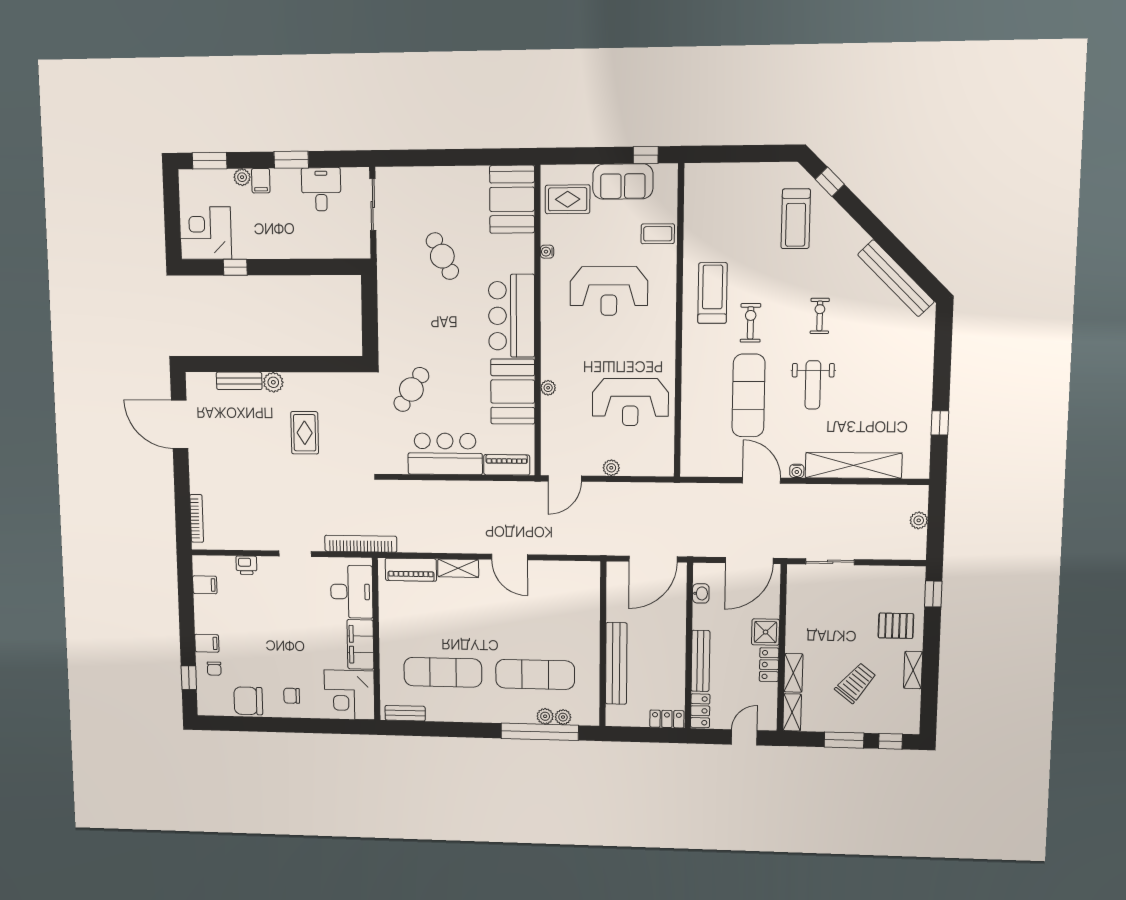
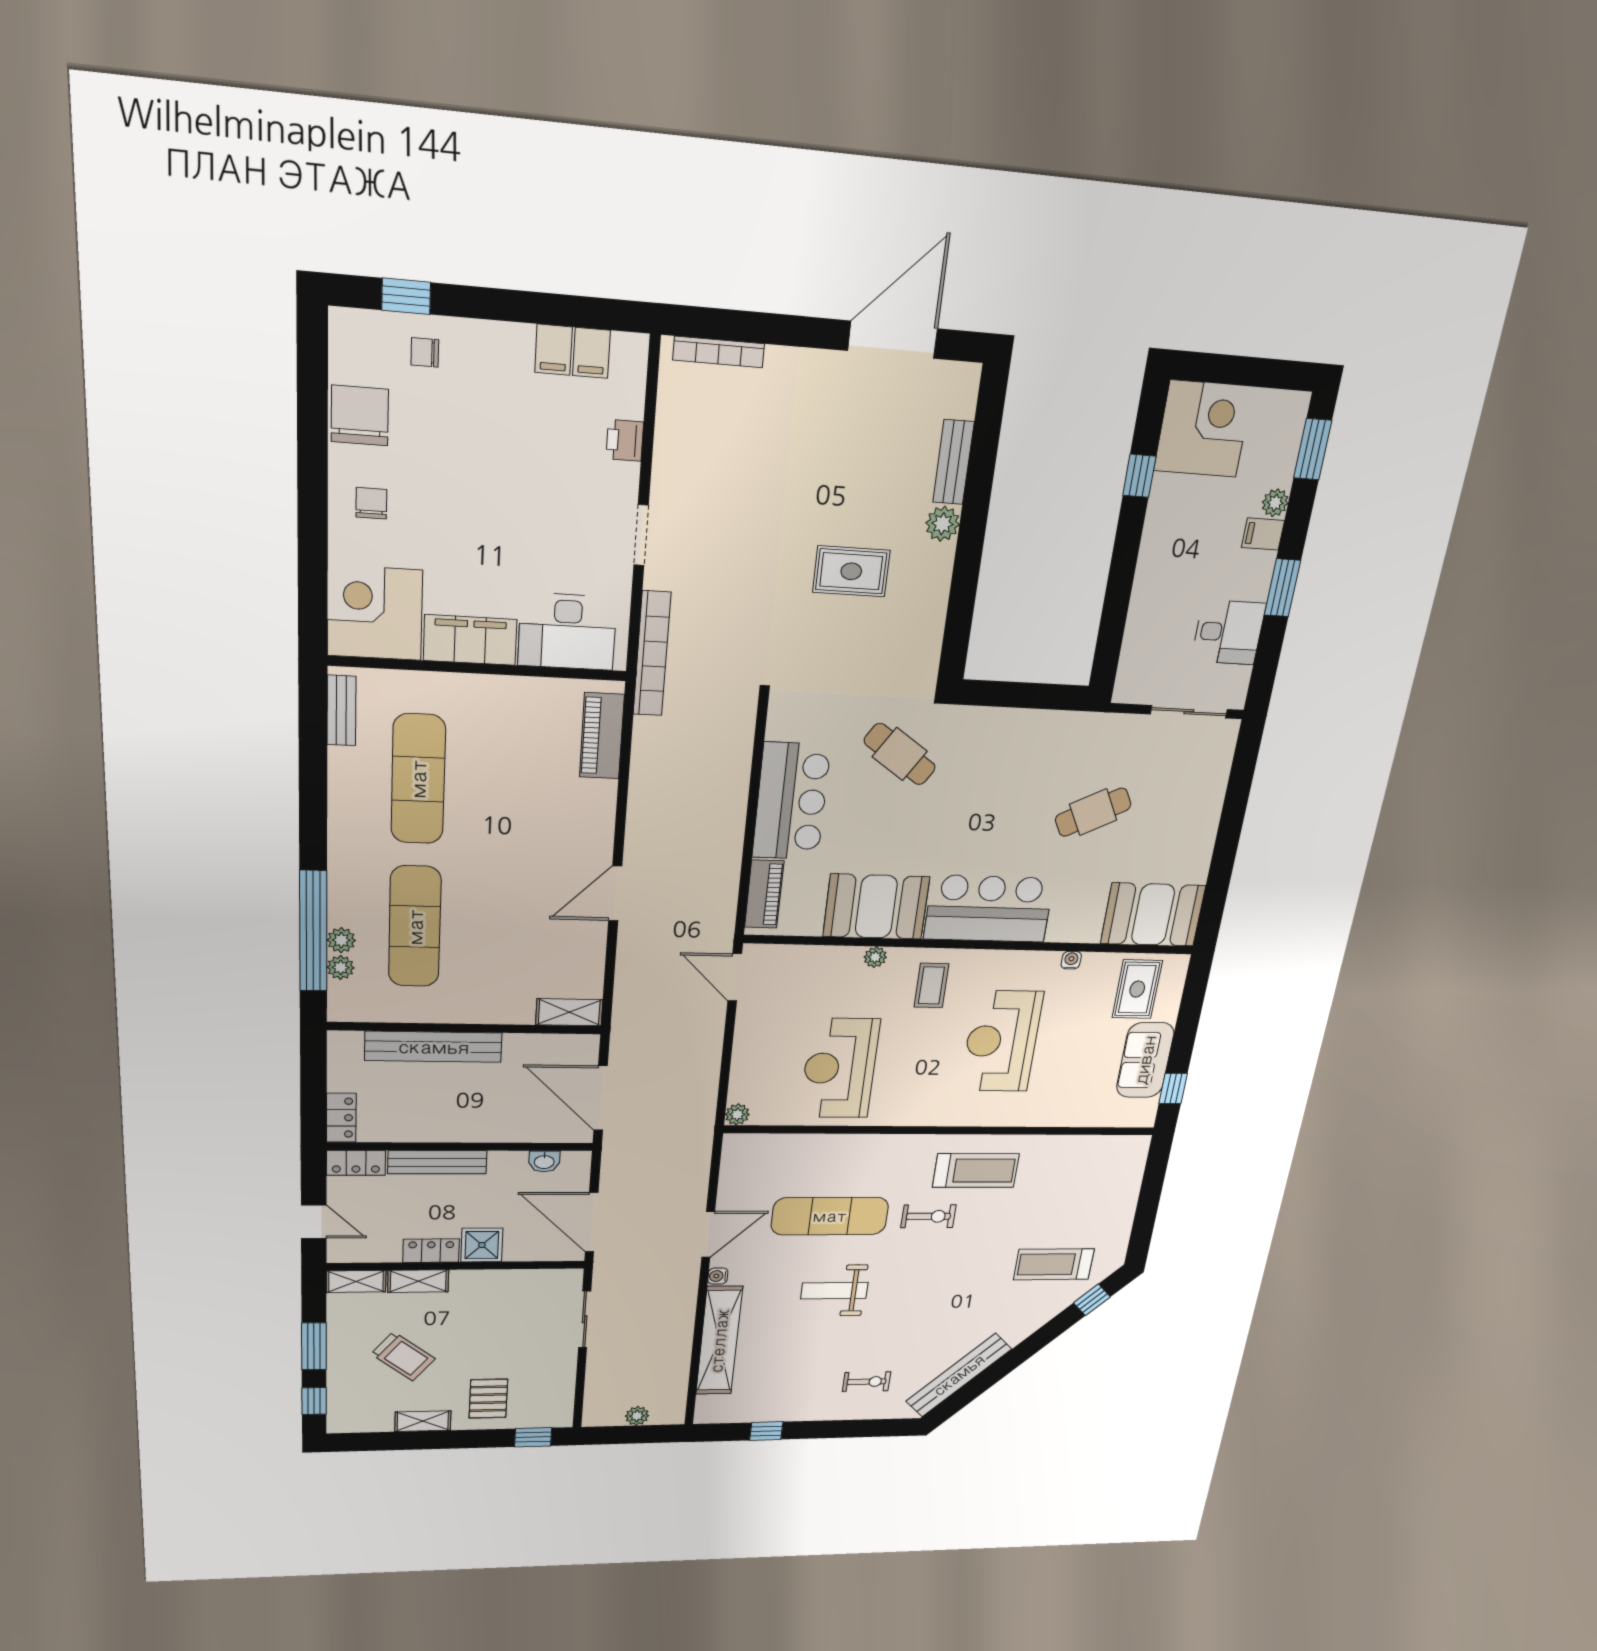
coffee table: (658, 234) -> (931, 985), moved
exercise bike: (820, 316) -> (867, 1382), moved
plant: (611, 468) -> (737, 1114), moved
shelving: (458, 568) -> (569, 1012), moved, turned 90
filing cabinet: (207, 643) -> (554, 350), moved

